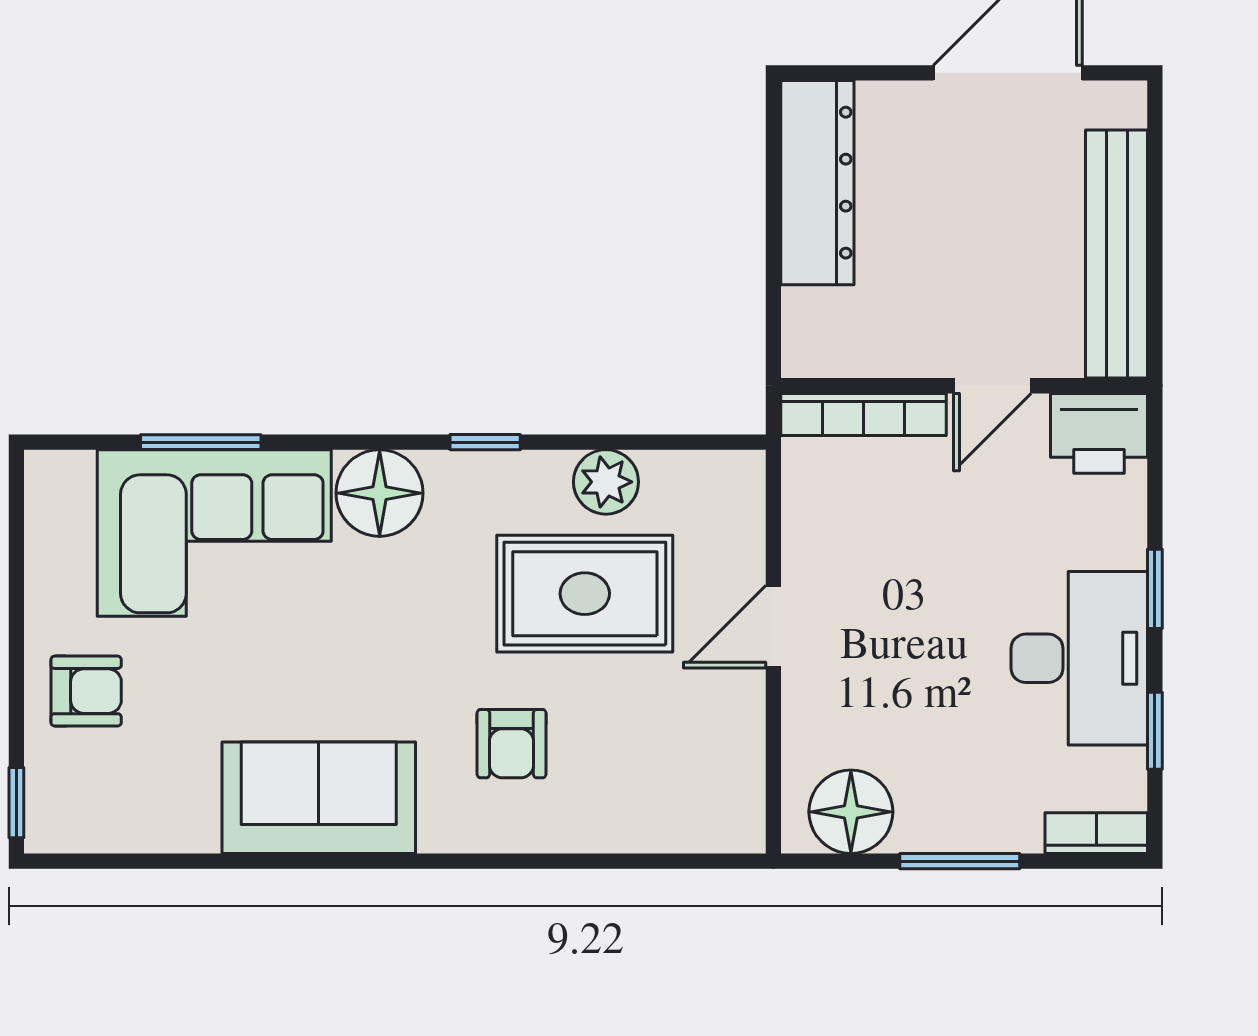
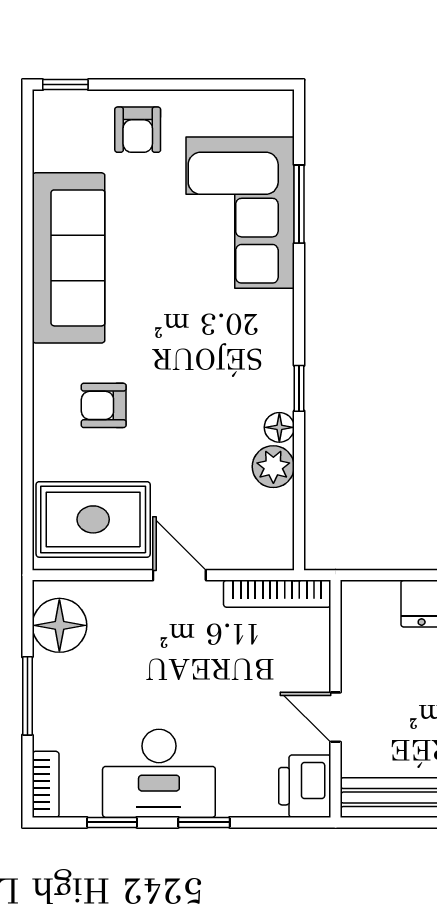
bookcase: (863, 414) -> (277, 594), moved, turned -90
floor lamp: (380, 493) -> (279, 427), moved, width x0.53, depth x0.53
rug: (585, 594) -> (93, 519), moved, turned 90
sofa: (319, 798) -> (69, 258), width x1.36

